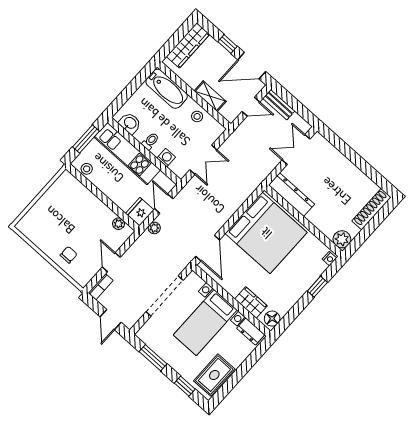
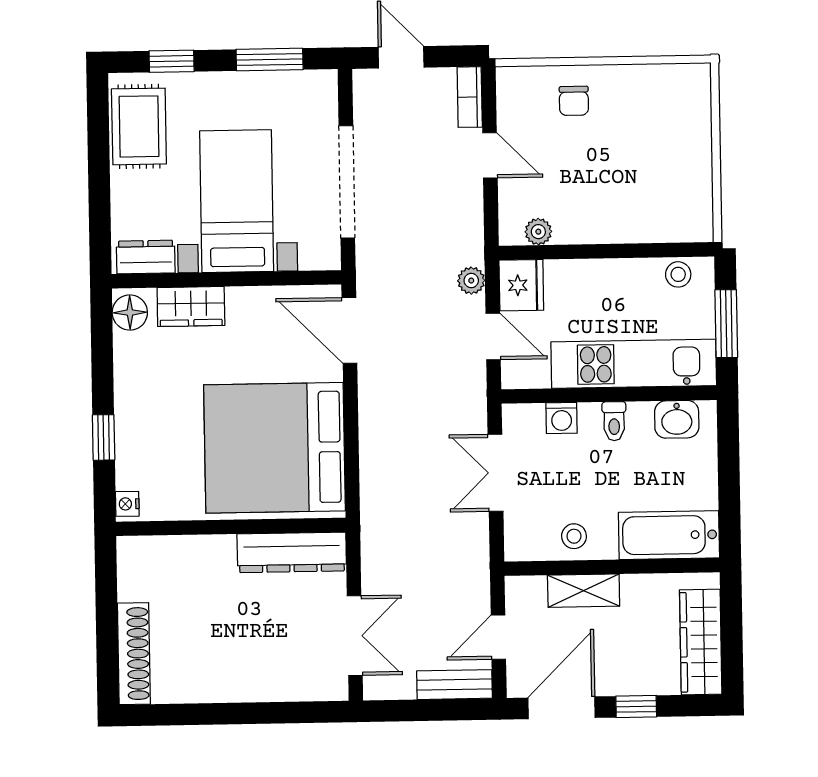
plant: (342, 239) -> (136, 556), removed

